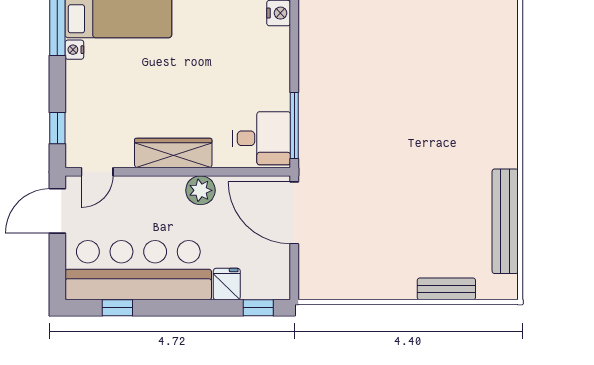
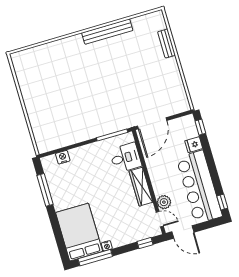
desk: (262, 138) -> (126, 158), moved, turned 90
plant: (200, 190) -> (164, 202), moved
bench: (505, 221) -> (107, 32), moved
window: (117, 308) -> (222, 202), moved

